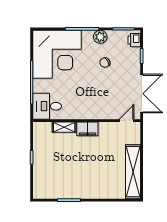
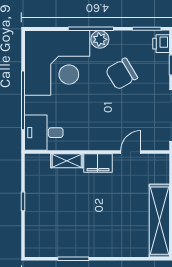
plant: (100, 37) -> (100, 39), moved
chair: (105, 63) -> (121, 74), width x1.87, depth x1.87
door: (127, 121) -> (131, 152), moved

